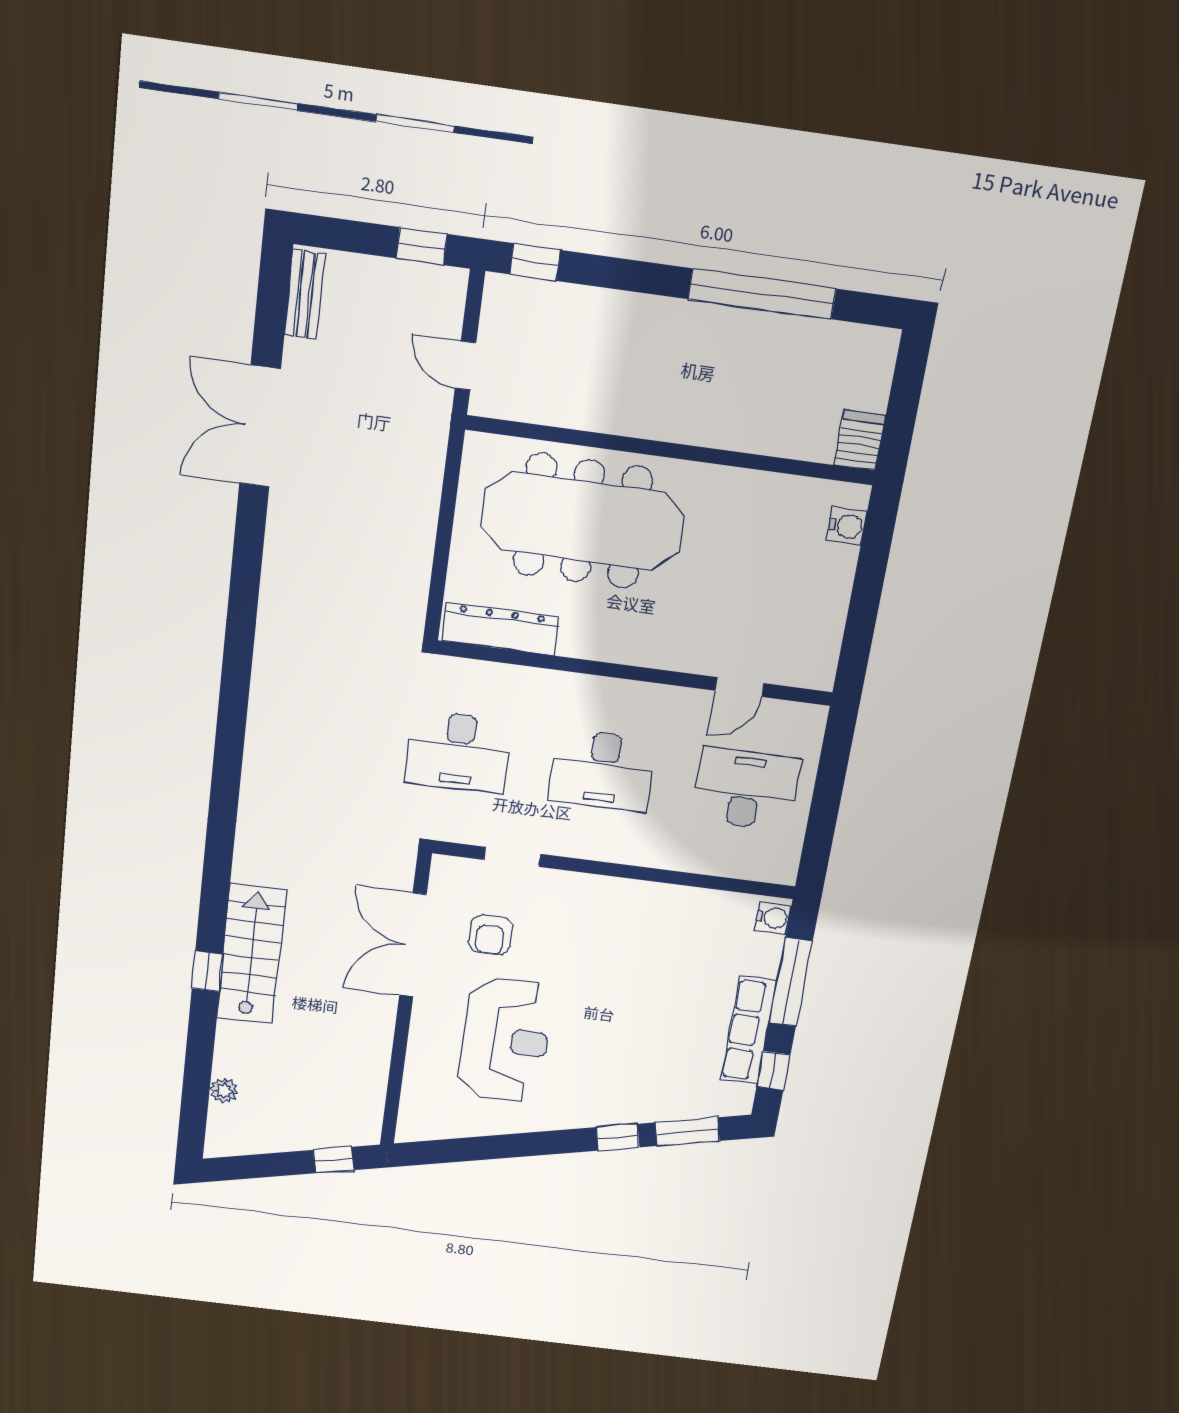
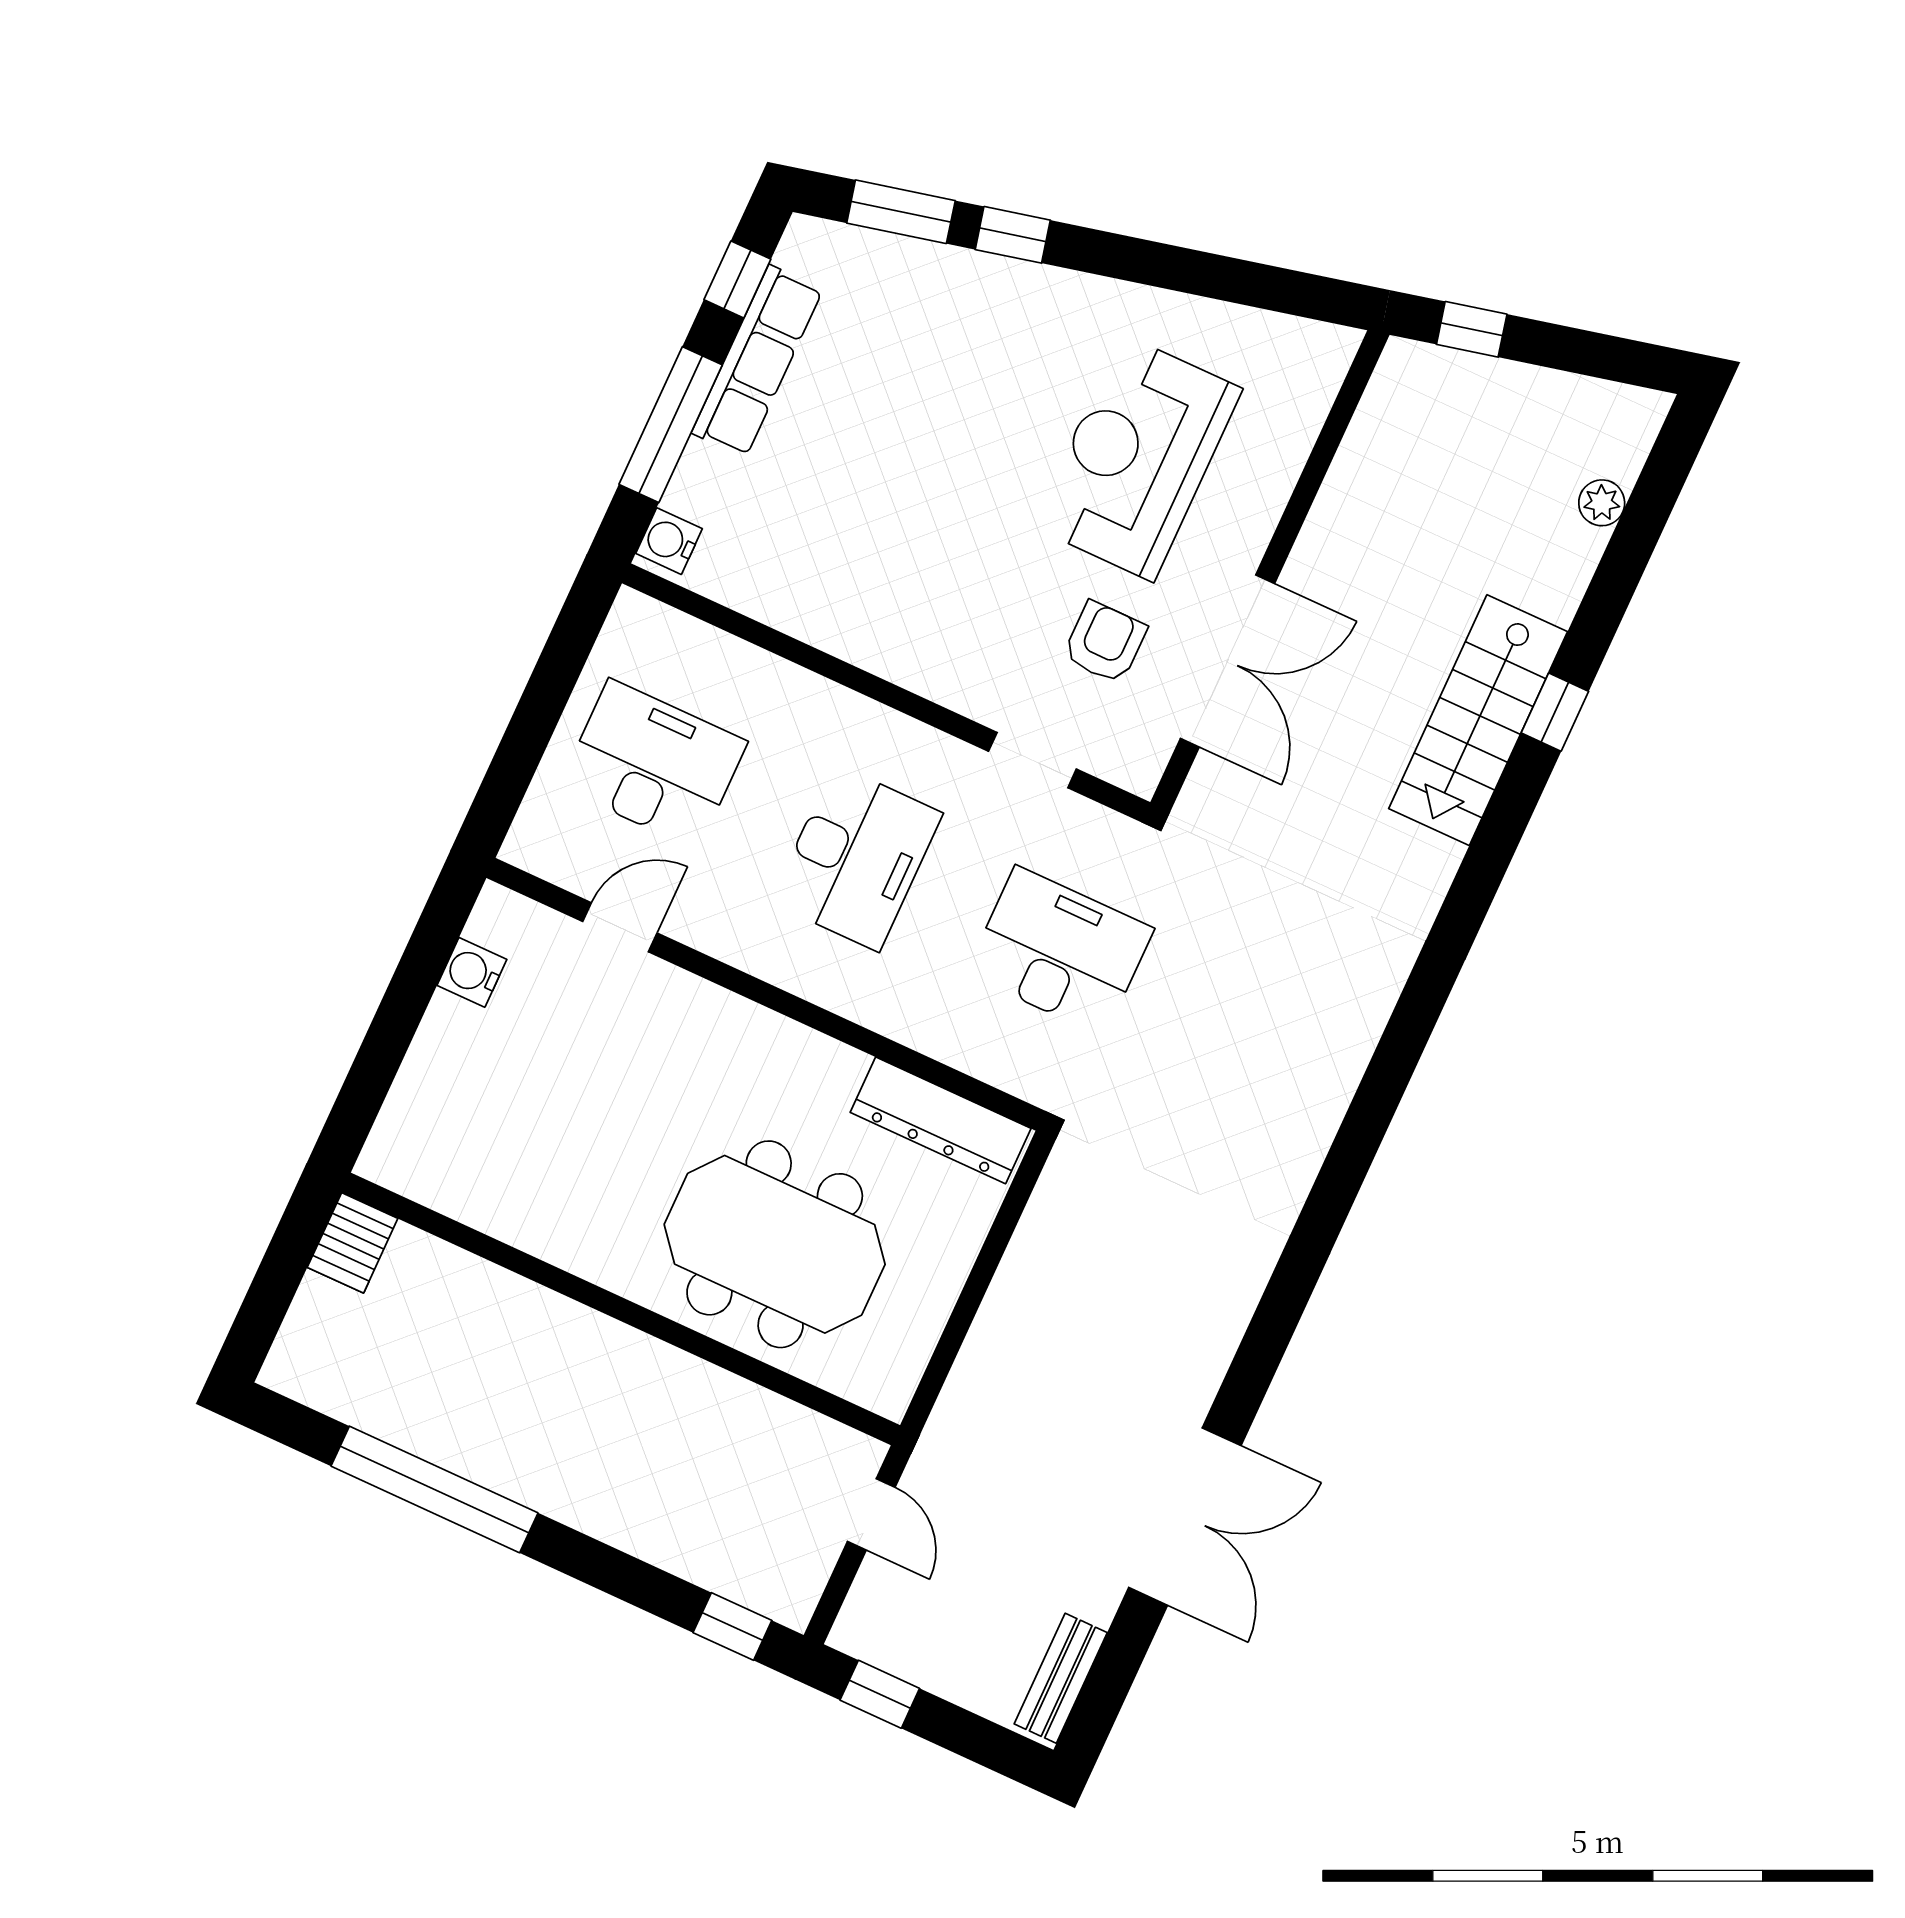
meeting table: (583, 521) -> (775, 1244), width x0.73
water cooler: (847, 526) -> (472, 972), moved
desk: (603, 770) -> (857, 858), turned 90
desk: (746, 789) -> (653, 764), turned 180

